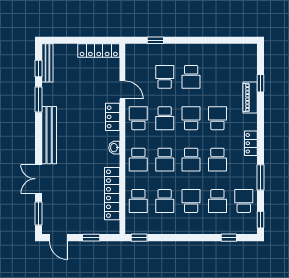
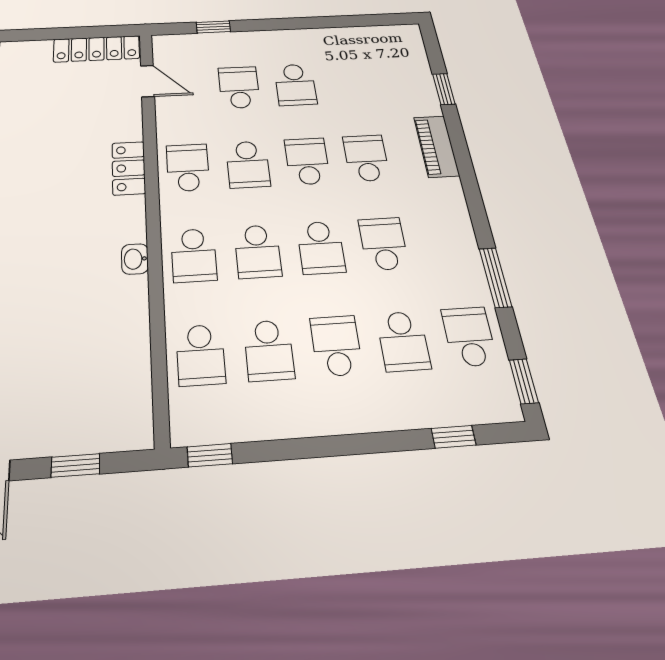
door: (122, 90) -> (147, 81), moved
piano: (250, 97) -> (436, 146), moved
locker: (251, 143) -> (453, 204), removed
washbasin: (114, 148) -> (135, 259), moved
school desk: (217, 160) -> (383, 244), turned 180
locker: (112, 194) -> (132, 341), removed

